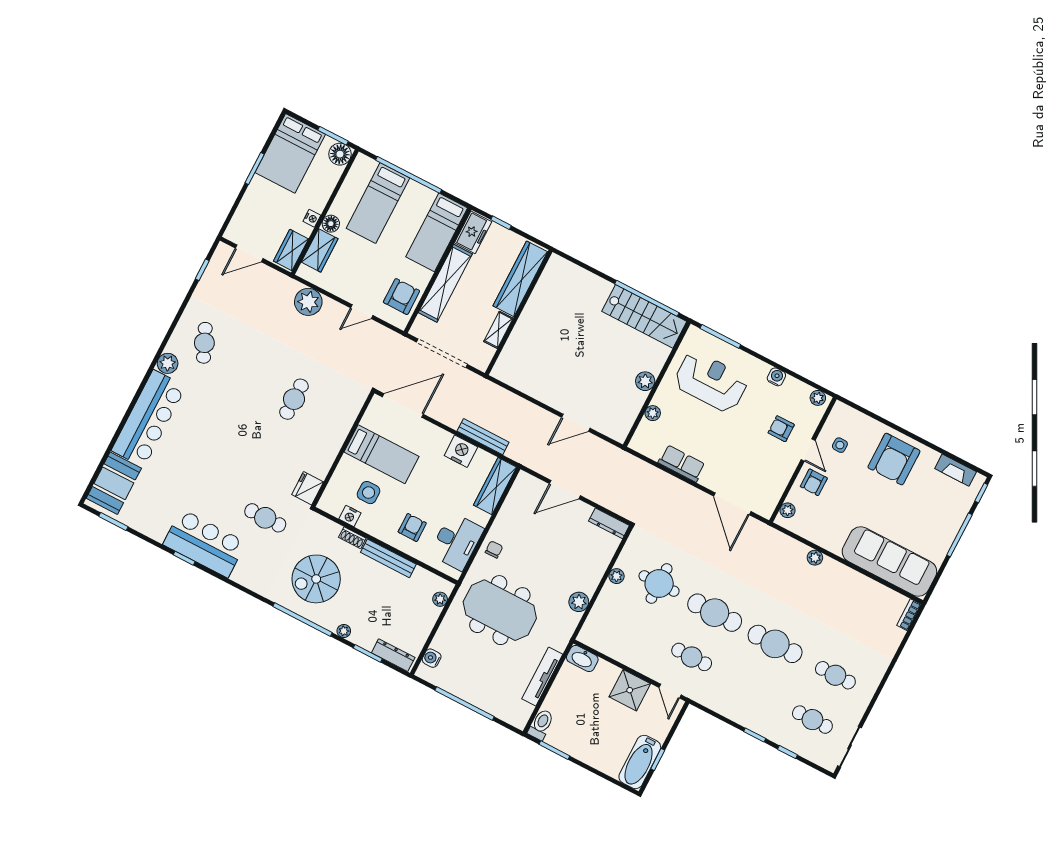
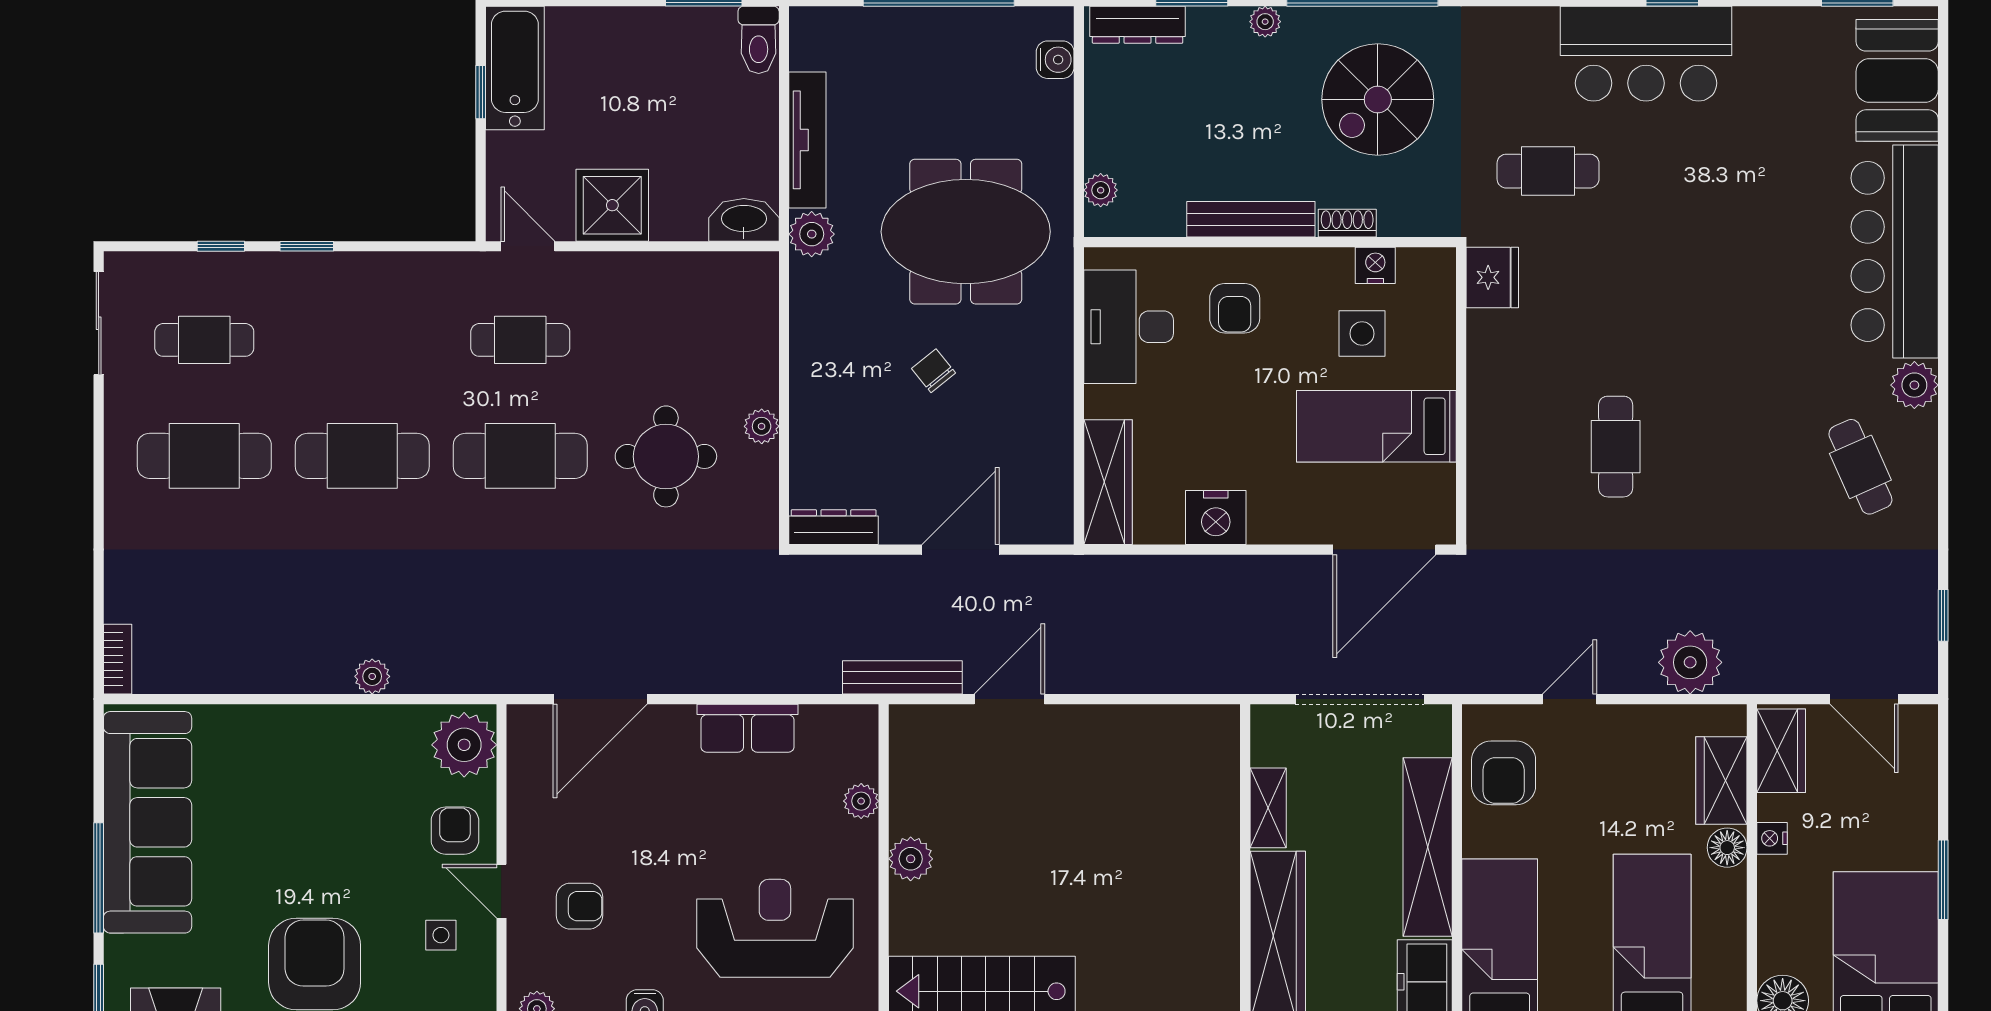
door: (249, 253) -> (1864, 699), swing flipped
reception desk: (711, 381) -> (775, 928), turned 180
bench: (483, 437) -> (902, 677), moved
door: (732, 504) -> (600, 699), swing flipped
plant: (788, 510) -> (464, 745), width x1.88, depth x1.88
chair: (494, 550) -> (934, 371), moved, turned 142
sofa: (889, 562) -> (148, 822), moved, turned -90
spiral stairs: (316, 579) -> (1378, 99), turned 180
plant: (579, 602) -> (812, 234), moved
cafe table: (835, 675) -> (204, 456), width x1.37, depth x1.35

